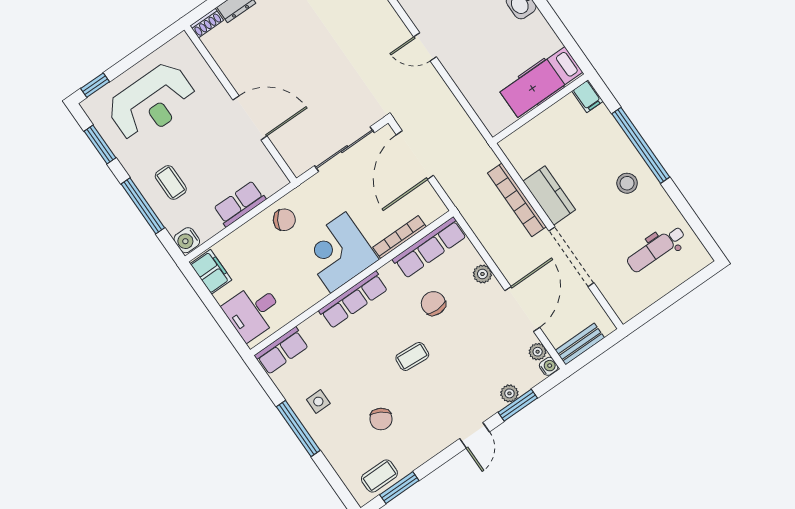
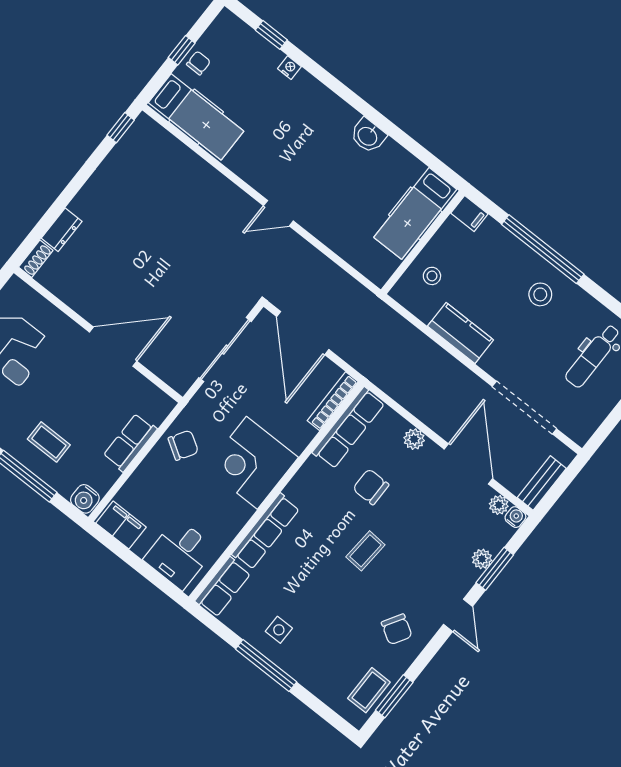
stool: (540, 140) -> (432, 276), added
bookcase: (517, 200) -> (427, 348), removed
bookcase: (399, 237) -> (333, 401), moved
doorway: (571, 257) -> (524, 408), moved
row of seats: (353, 300) -> (266, 531), moved
chair: (381, 419) -> (397, 629), moved

